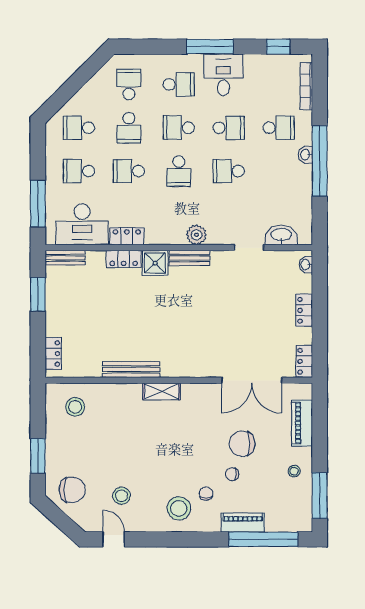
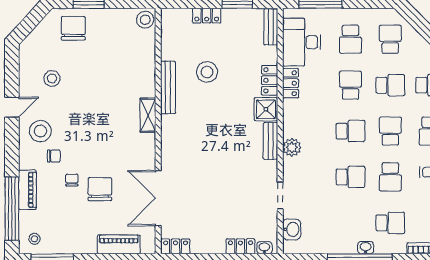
school desk: (129, 128) -> (390, 85), turned 180
school desk: (279, 128) -> (390, 223), turned -90
school desk: (79, 171) -> (350, 39), turned 180
school desk: (179, 171) -> (350, 131), turned 180
school desk: (229, 171) -> (350, 177), turned 90
washbasin: (281, 235) -> (292, 229), width x0.72
locker: (304, 310) -> (241, 246), moved
stool: (114, 327) -> (207, 72), added
locker: (53, 354) -> (207, 16), moved
stool: (75, 407) -> (145, 20), moved
stool: (294, 471) -> (34, 239), moved
chair: (72, 490) -> (73, 28), moved, turned 180
door: (114, 539) -> (12, 107), moved

